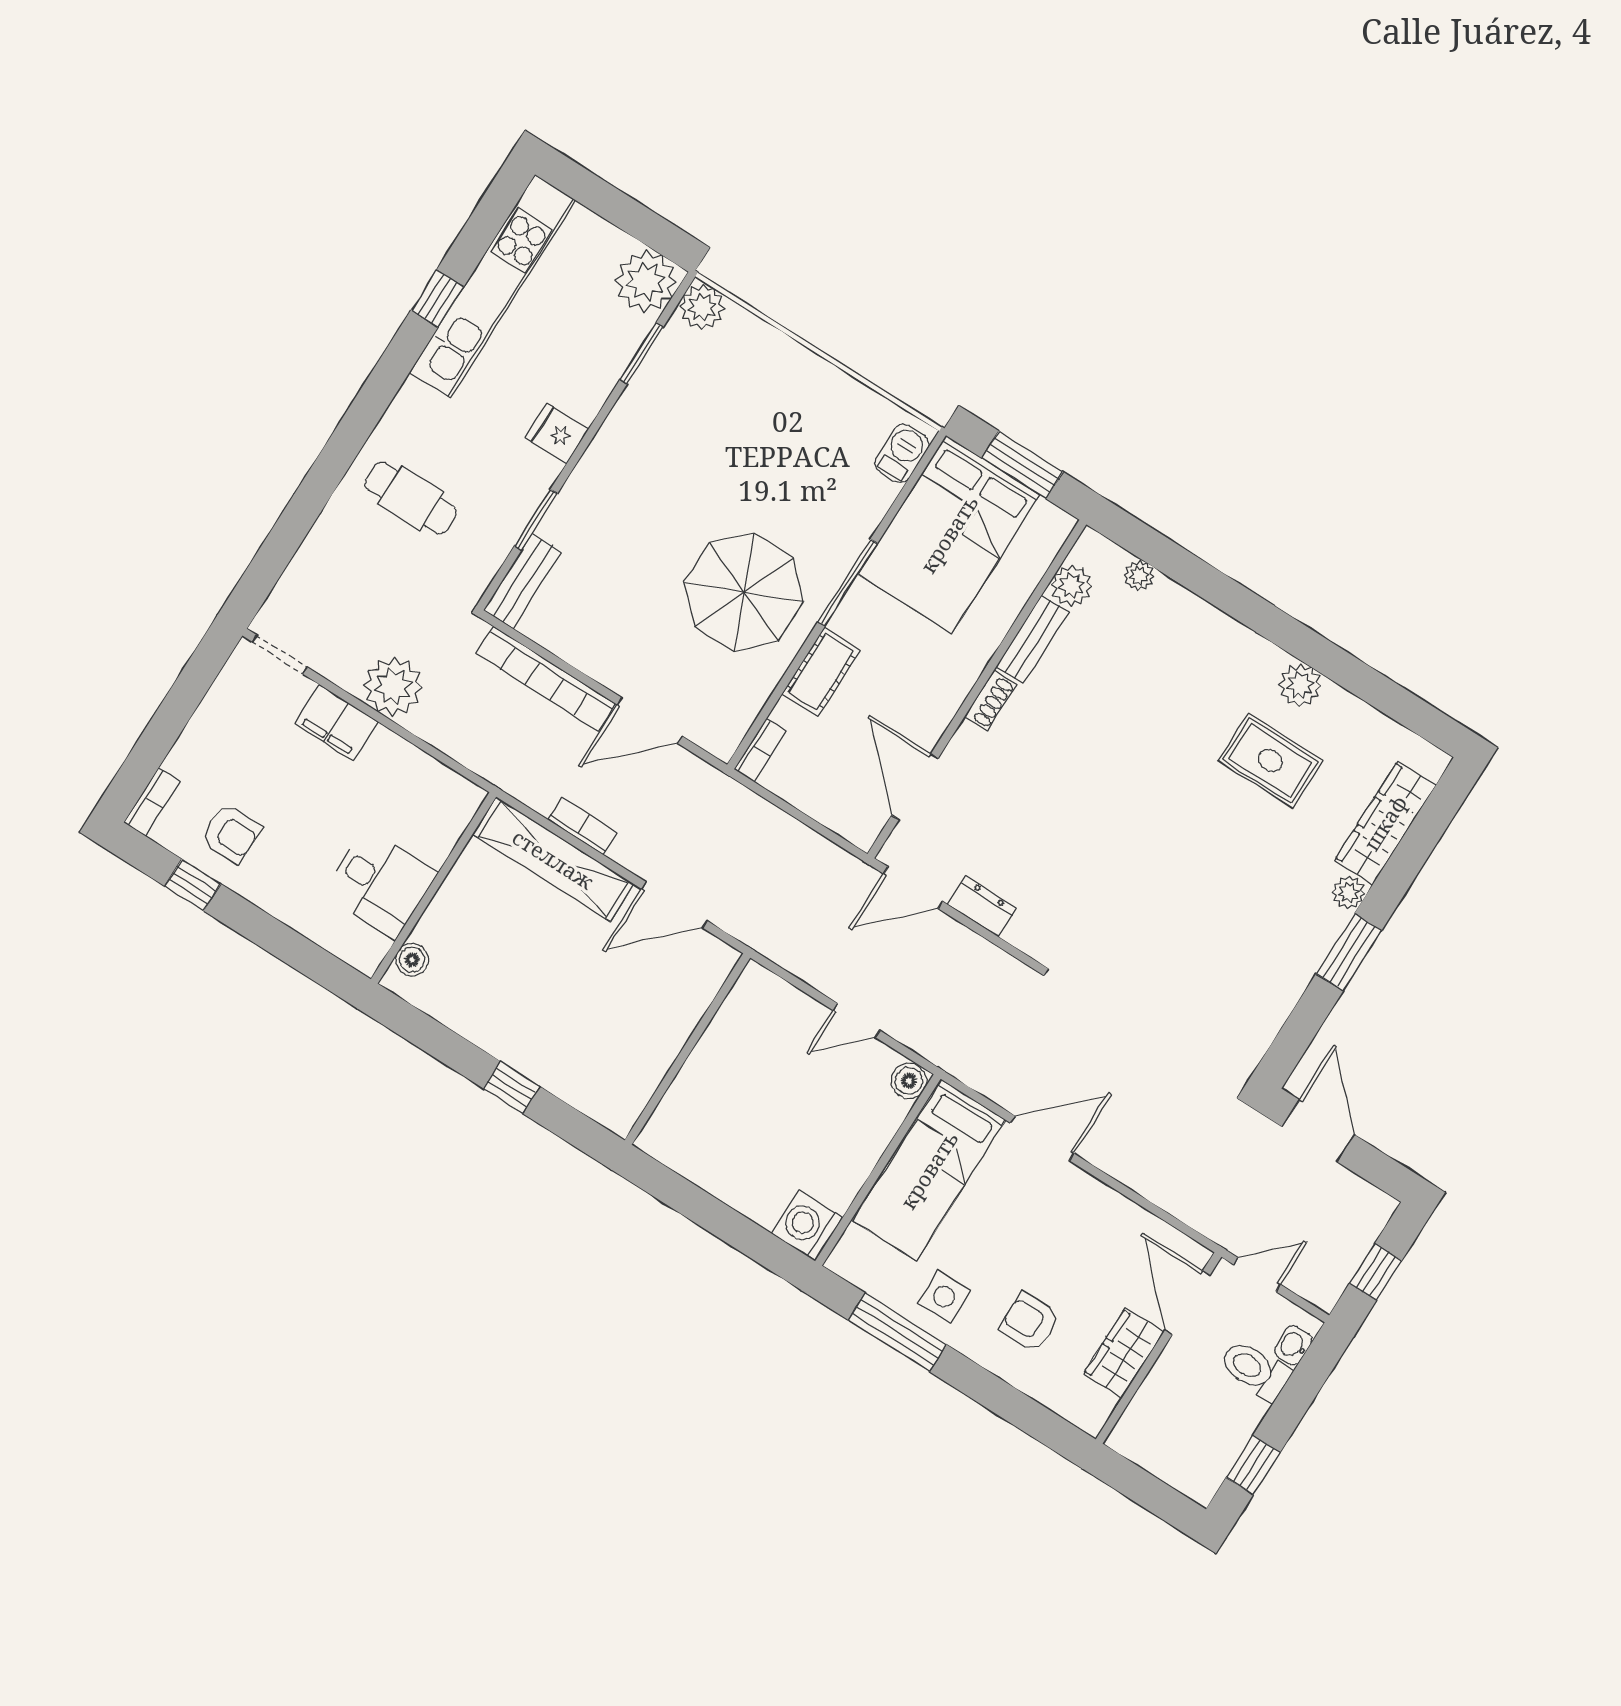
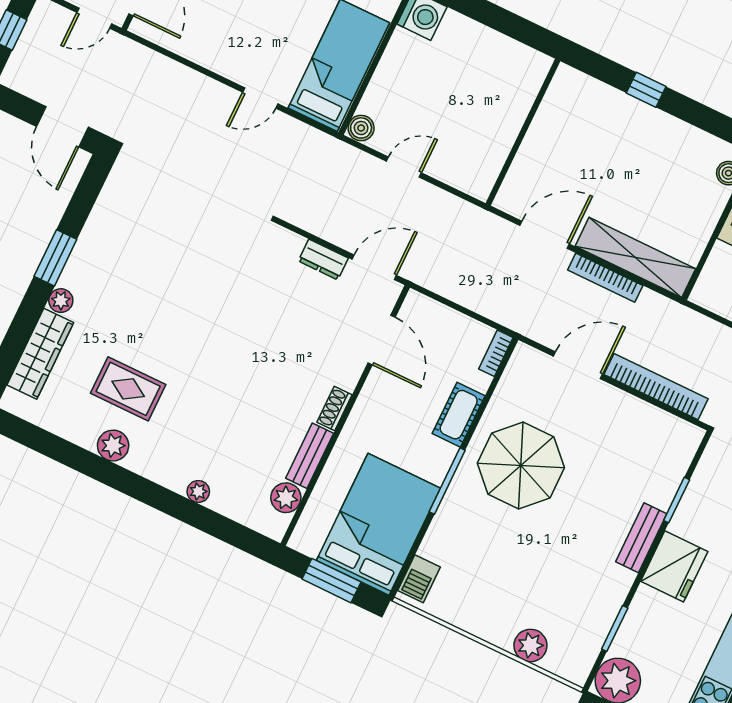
plant: (702, 307) -> (530, 645), moved
fridge: (557, 434) -> (674, 566), width x1.88, depth x1.34
plant: (1139, 576) -> (198, 491), moved
bench: (522, 581) -> (641, 538), moved
bookcase: (582, 826) -> (605, 278), width x1.56
door: (1042, 1138) -> (260, 98), width x0.73

